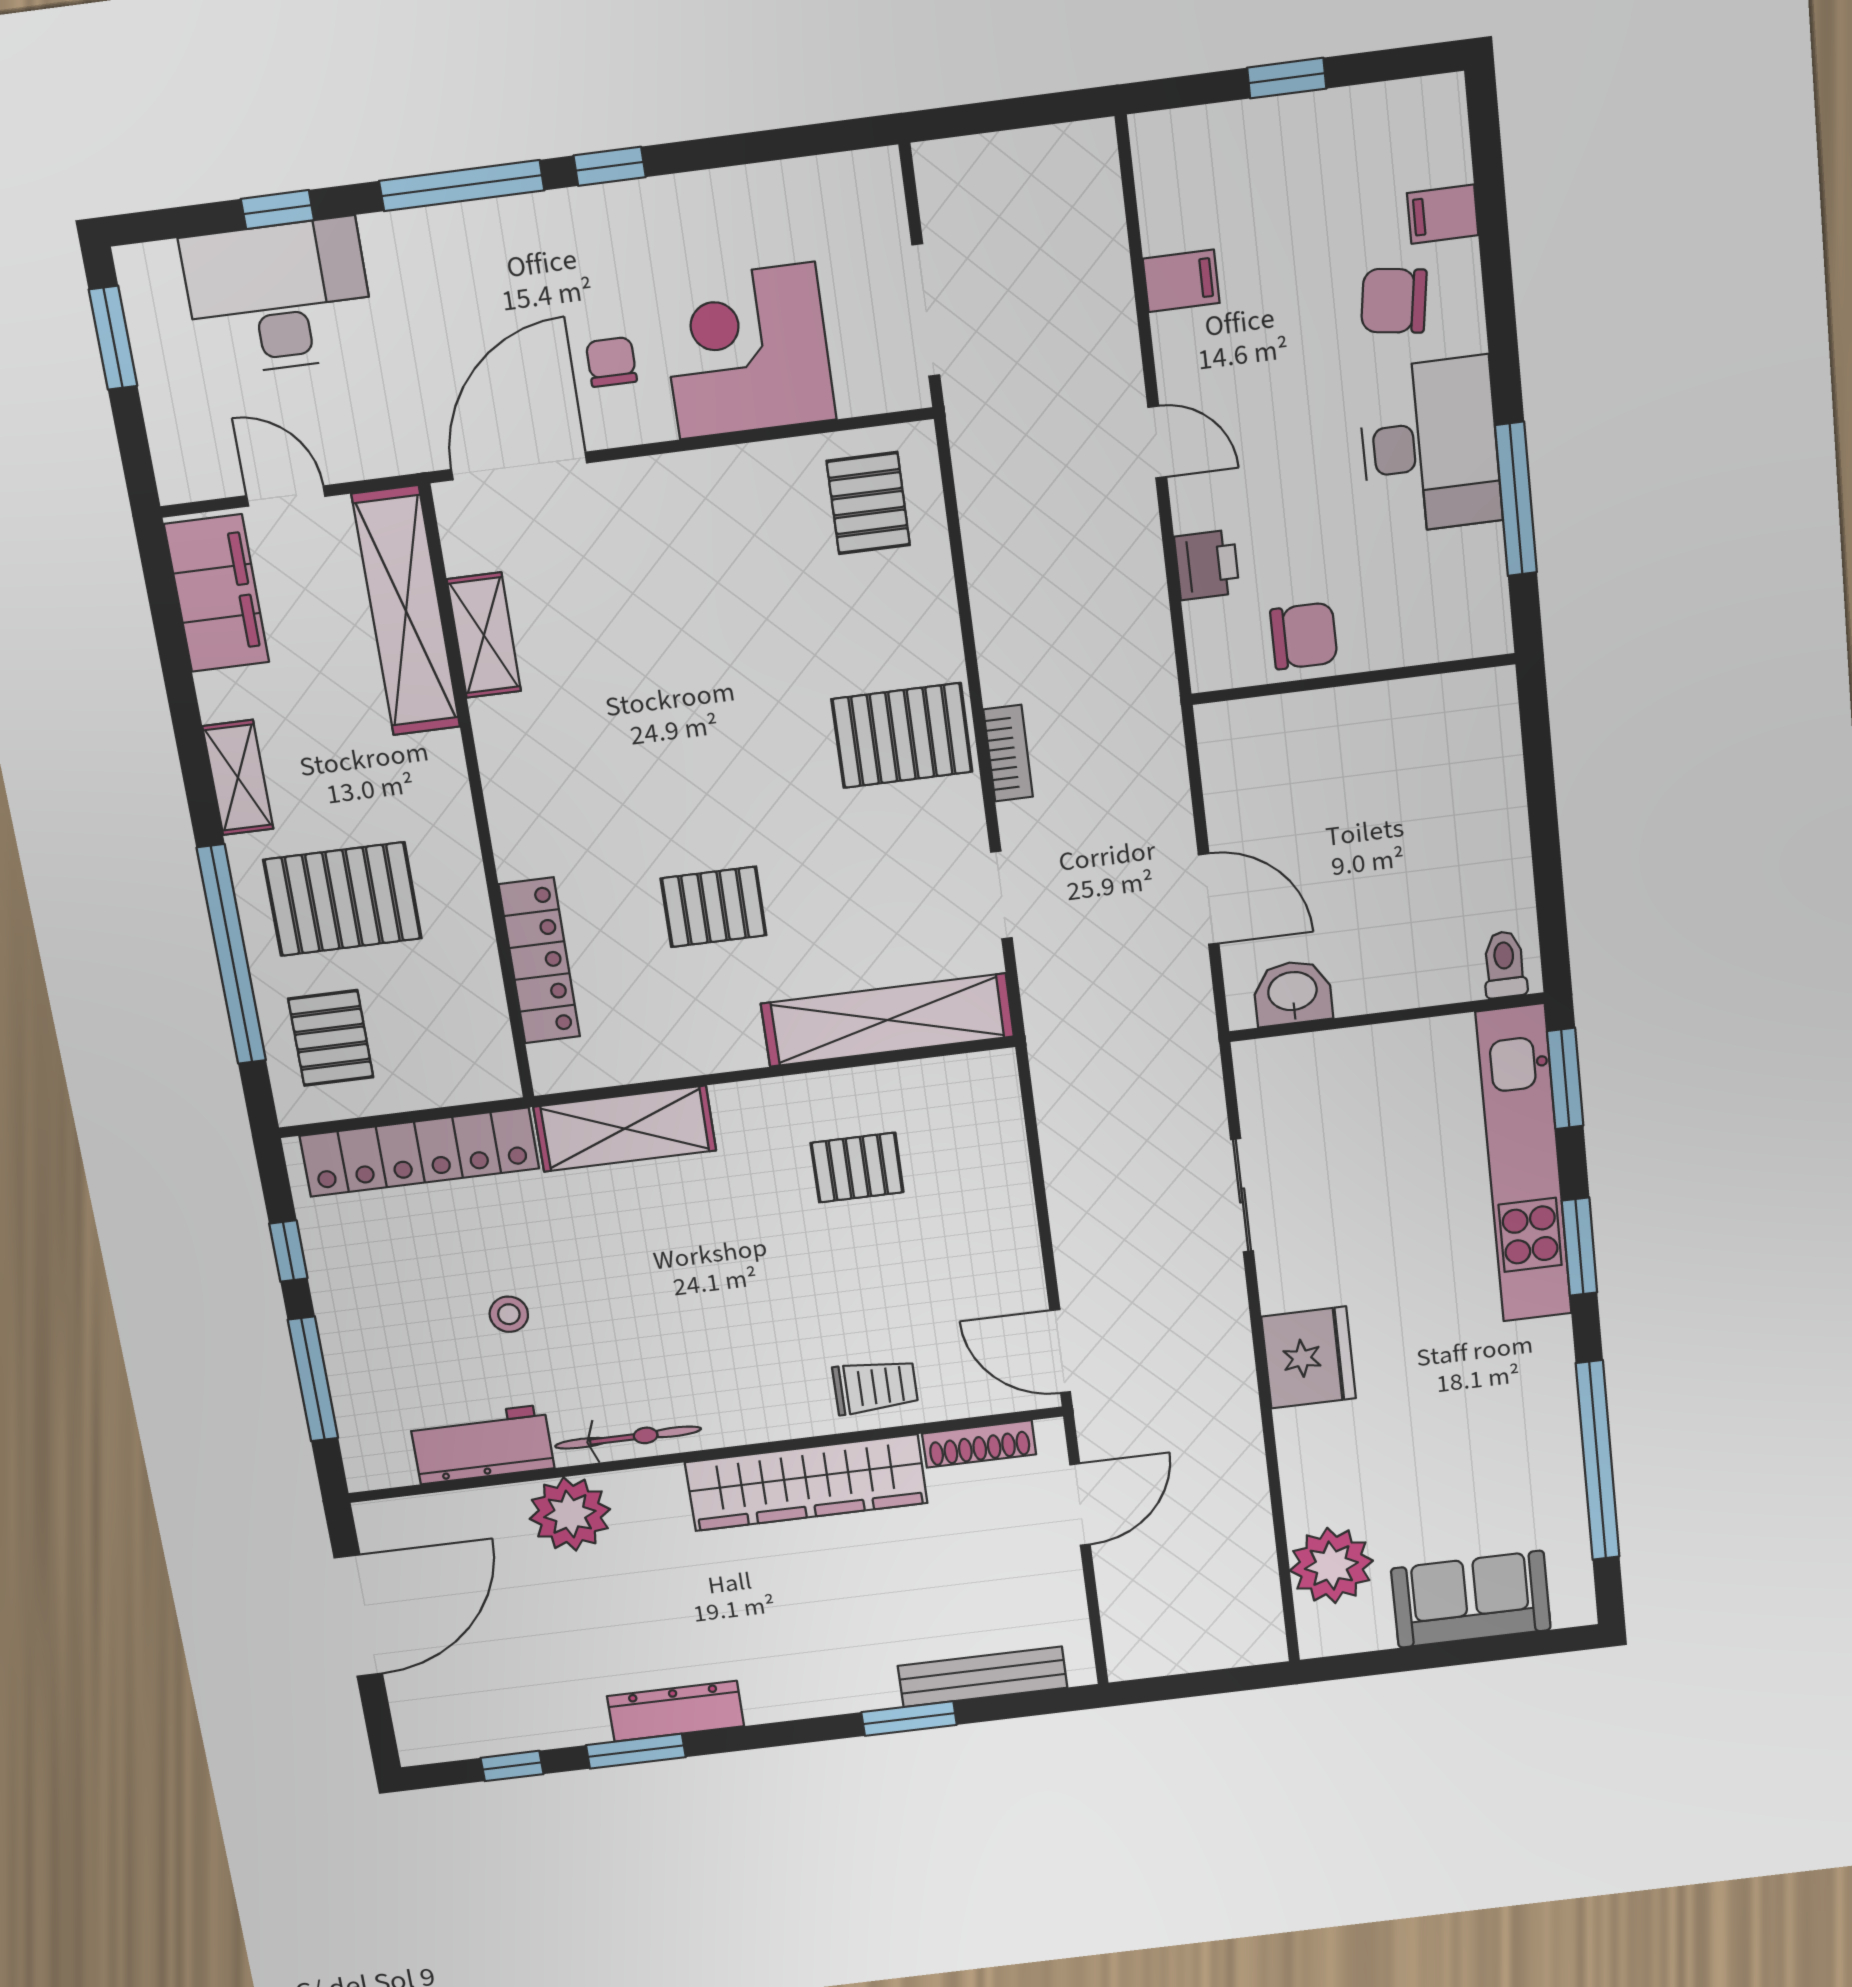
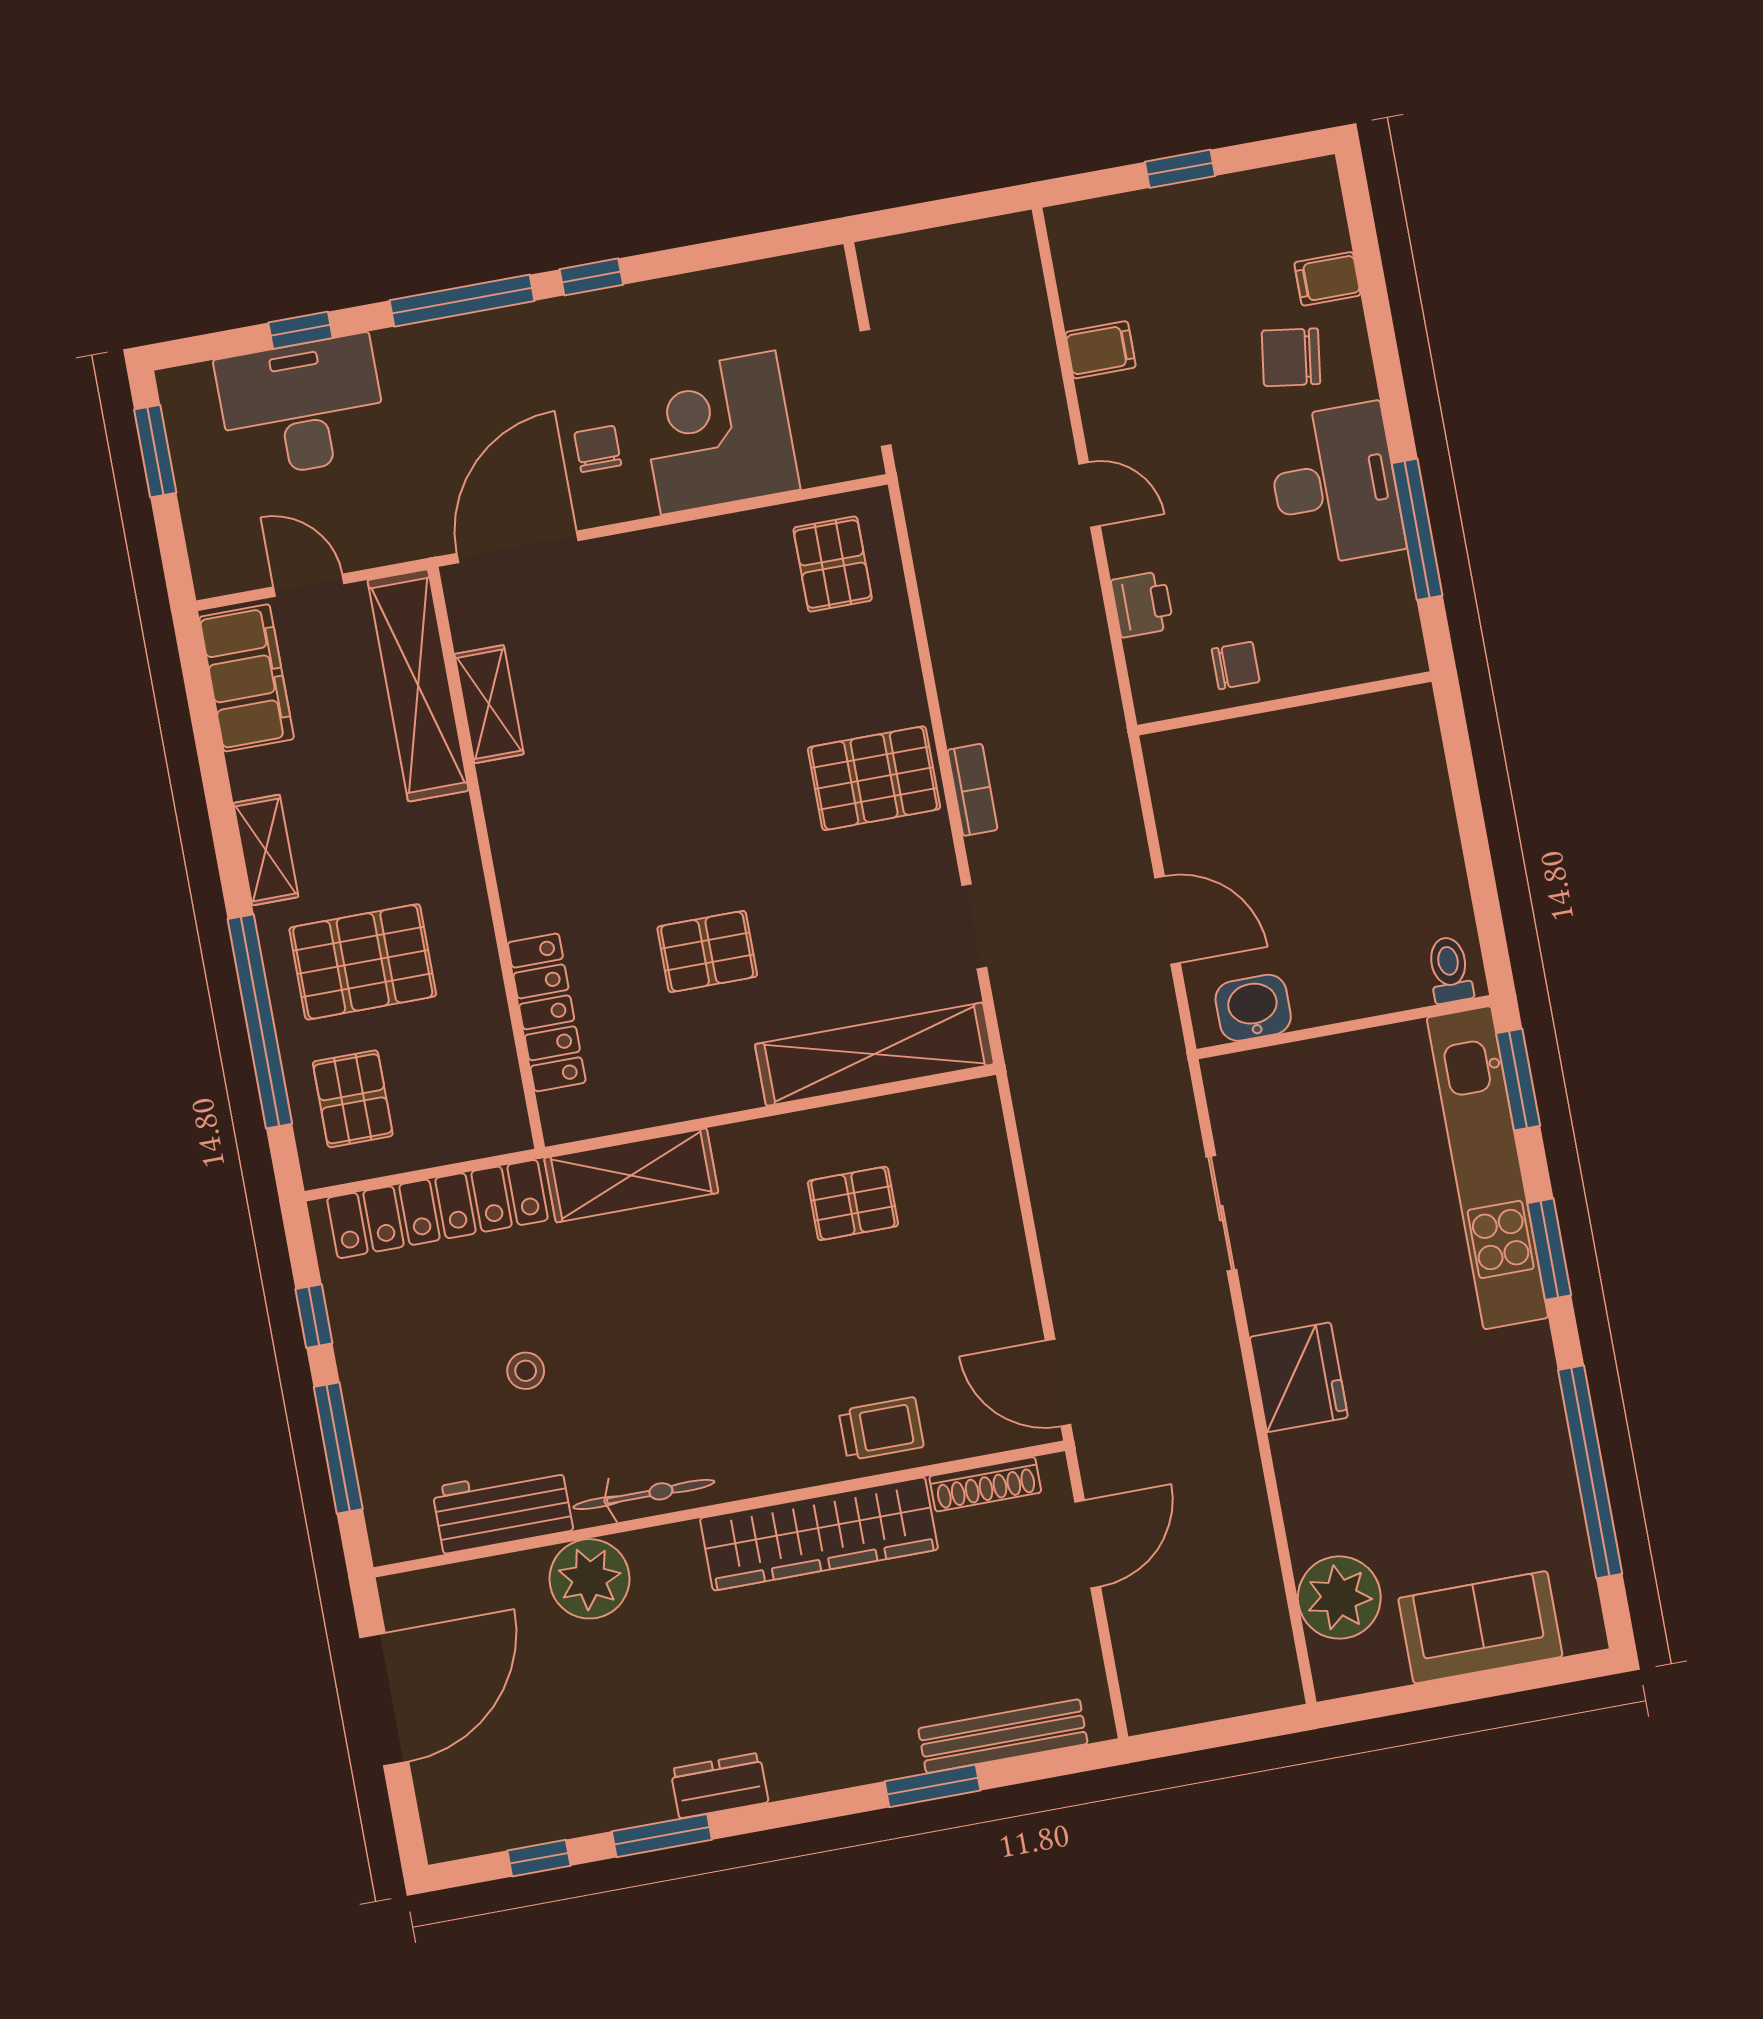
chair: (1304, 636) -> (1236, 665), width x0.73, depth x0.73
dresser: (676, 1711) -> (719, 1786), width x0.70

